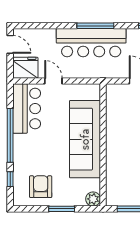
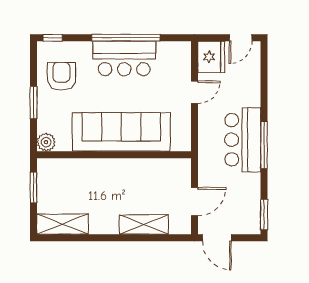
bar counter: (91, 43) -> (243, 140), width x0.73
bar counter: (27, 109) -> (124, 58), moved
window: (10, 179) -> (53, 38), moved
armchair: (41, 187) -> (61, 76), turned -90

